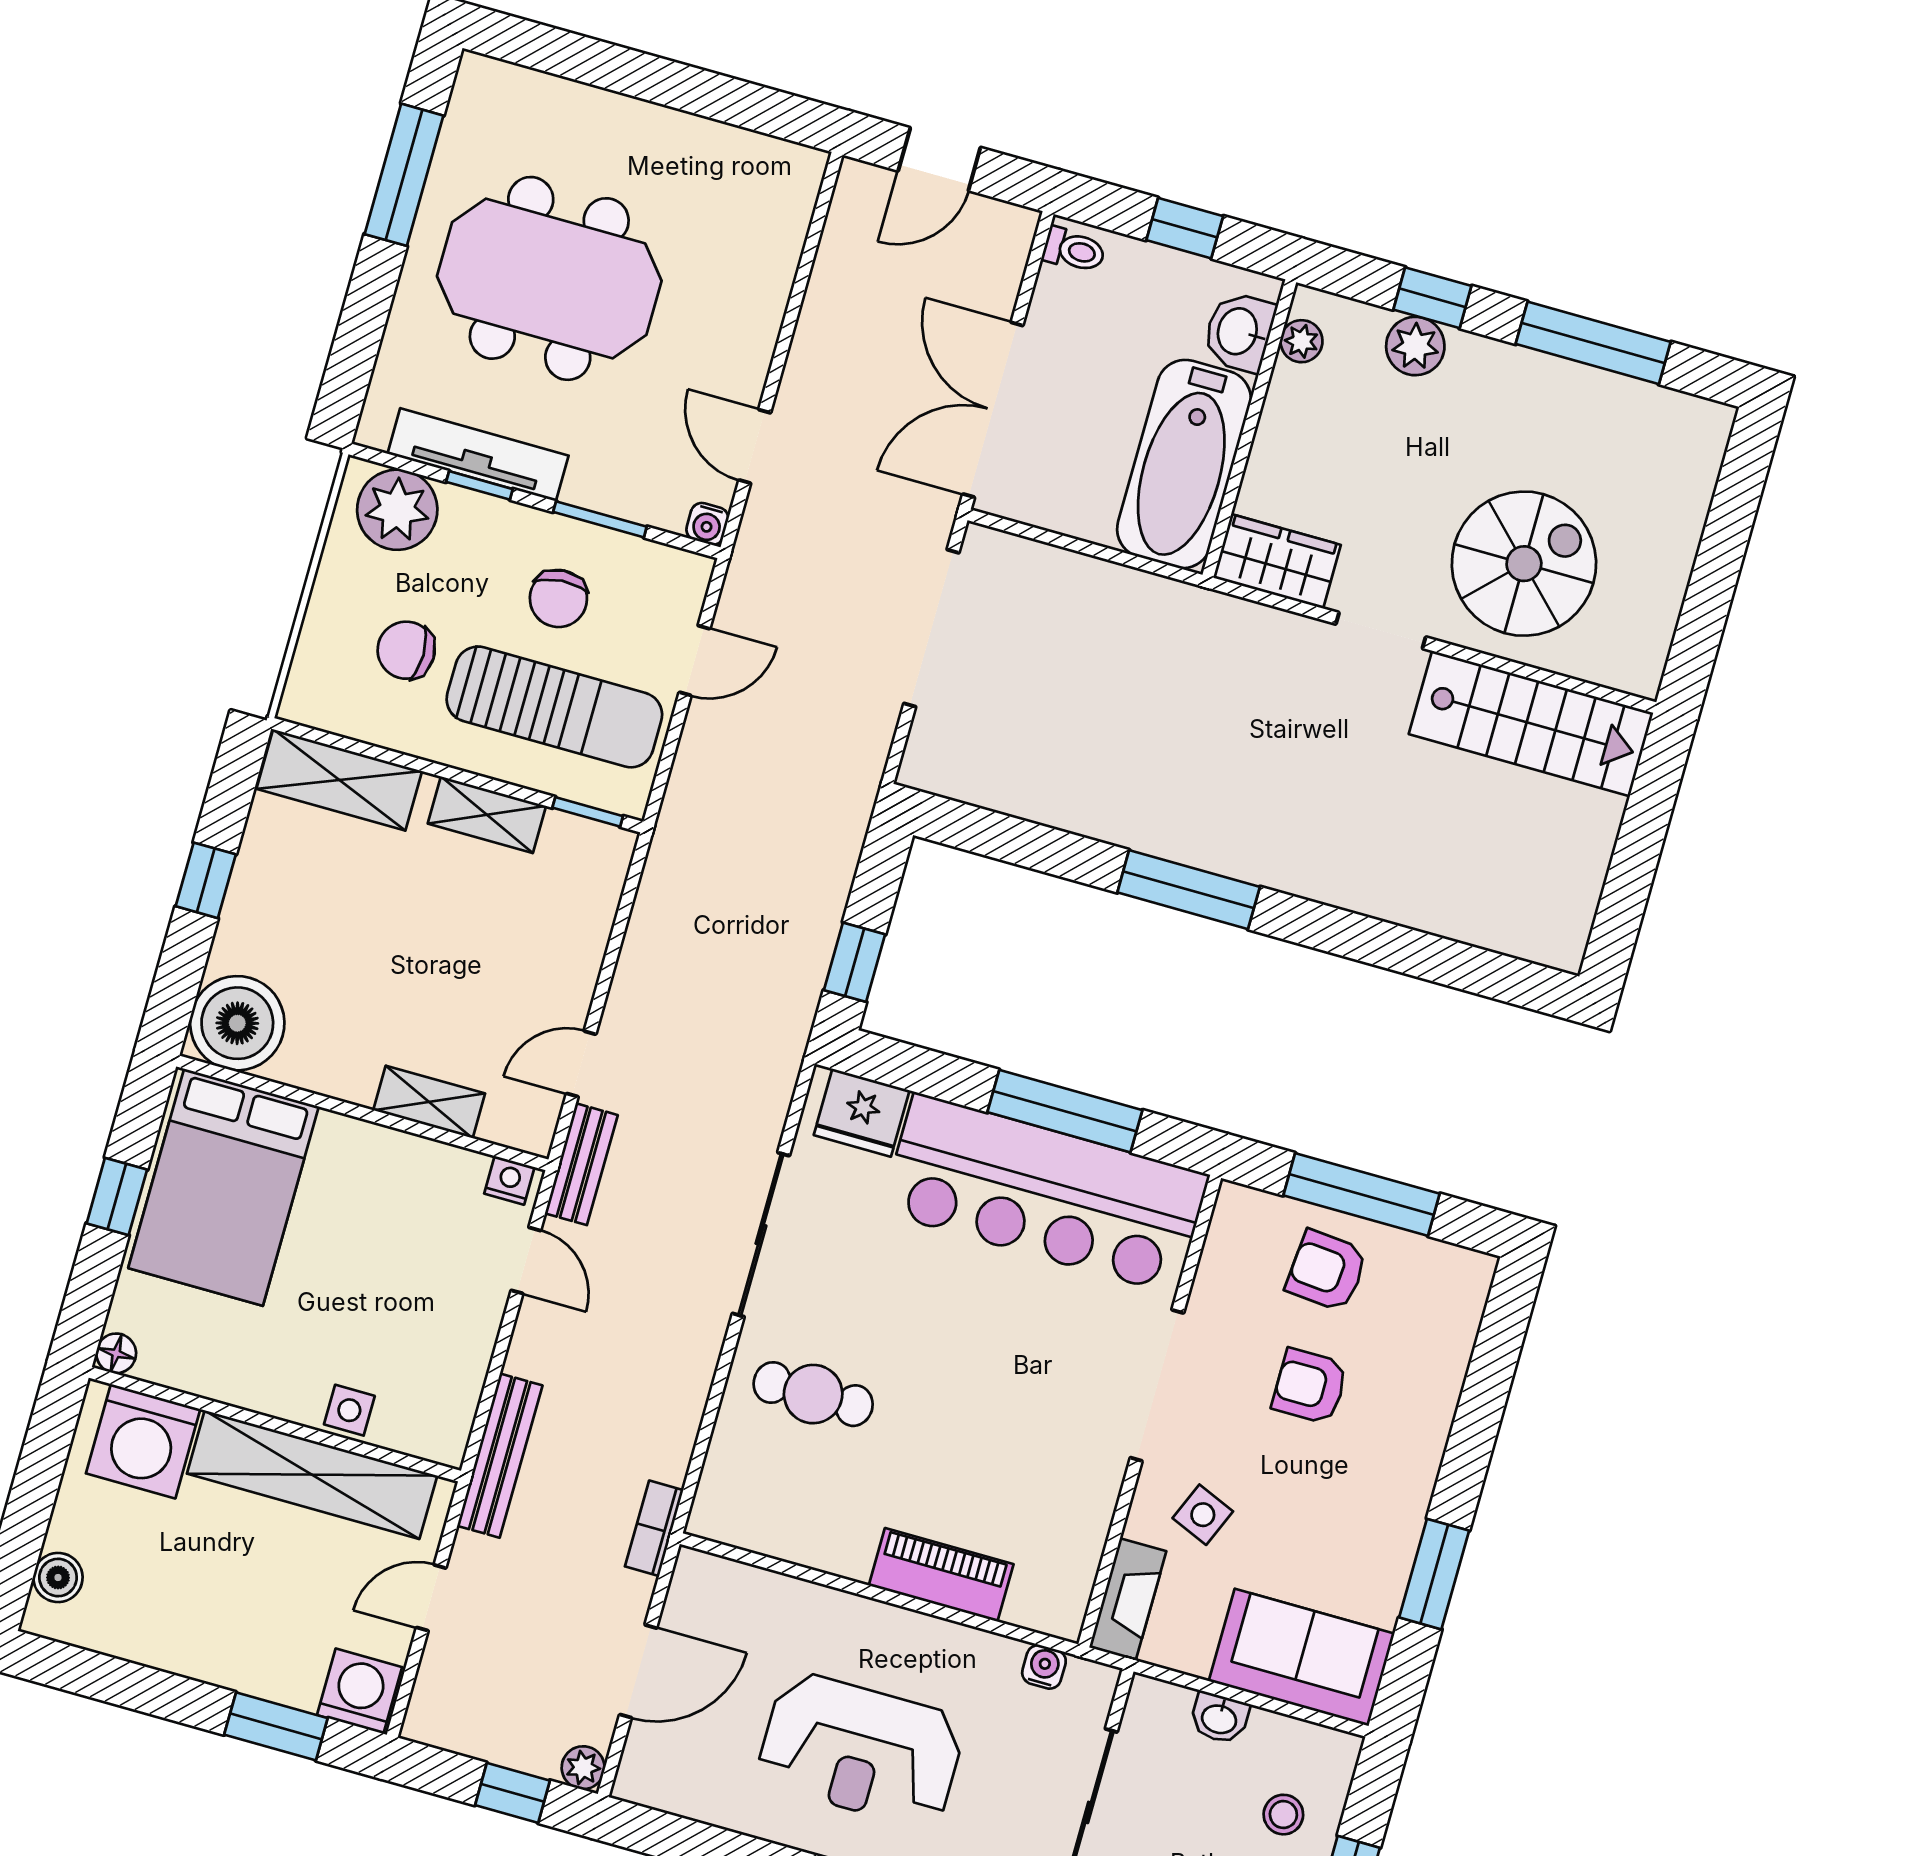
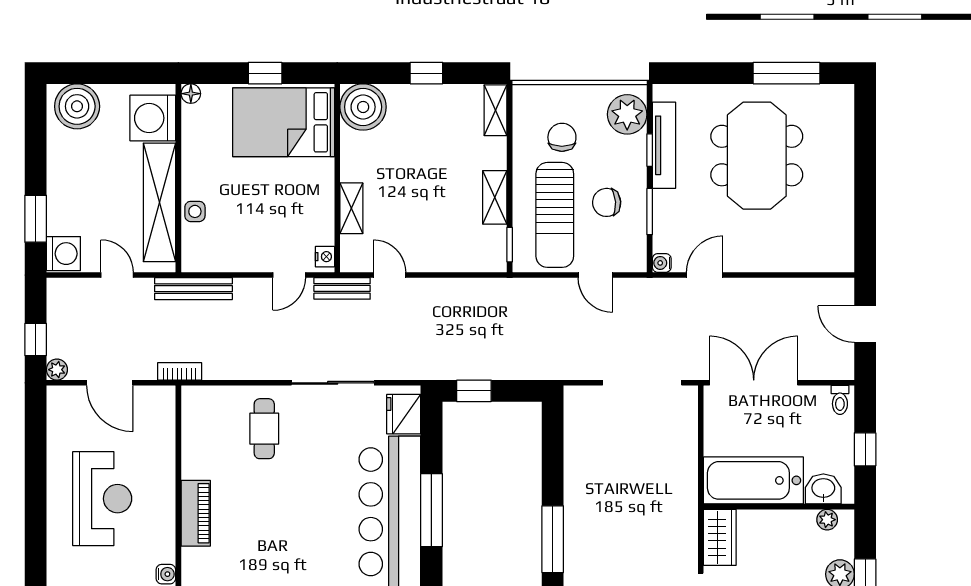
shelving: (339, 780) -> (495, 110), width x0.67, depth x0.75
boiler: (58, 1578) -> (77, 106), width x1.86, depth x1.86
reception desk: (861, 1750) -> (102, 499), turned 180

